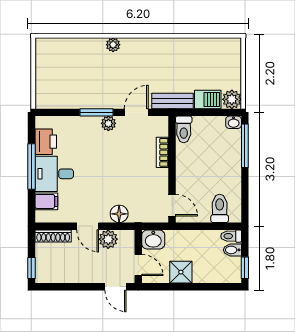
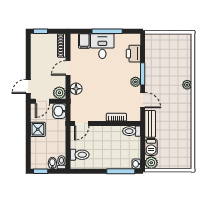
printer: (46, 142) -> (133, 54), moved, turned 90
plant: (108, 239) -> (59, 93), moved

